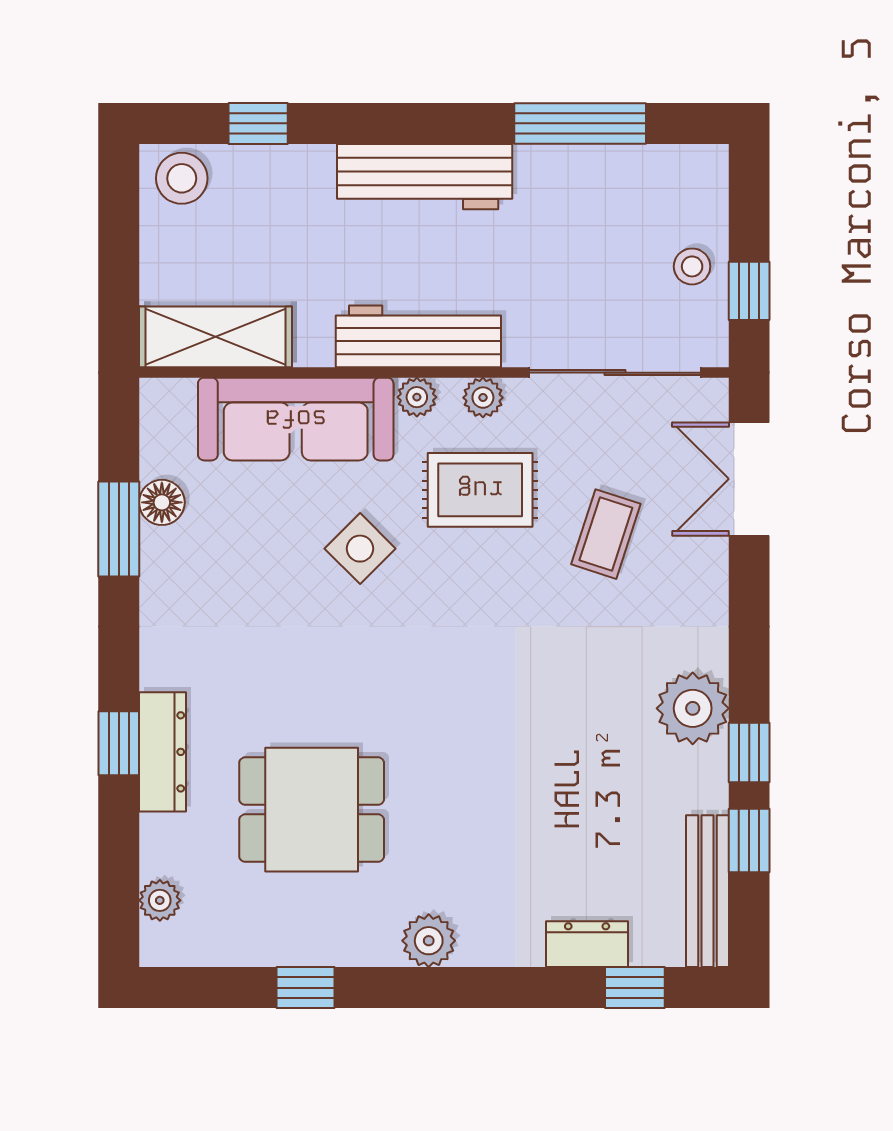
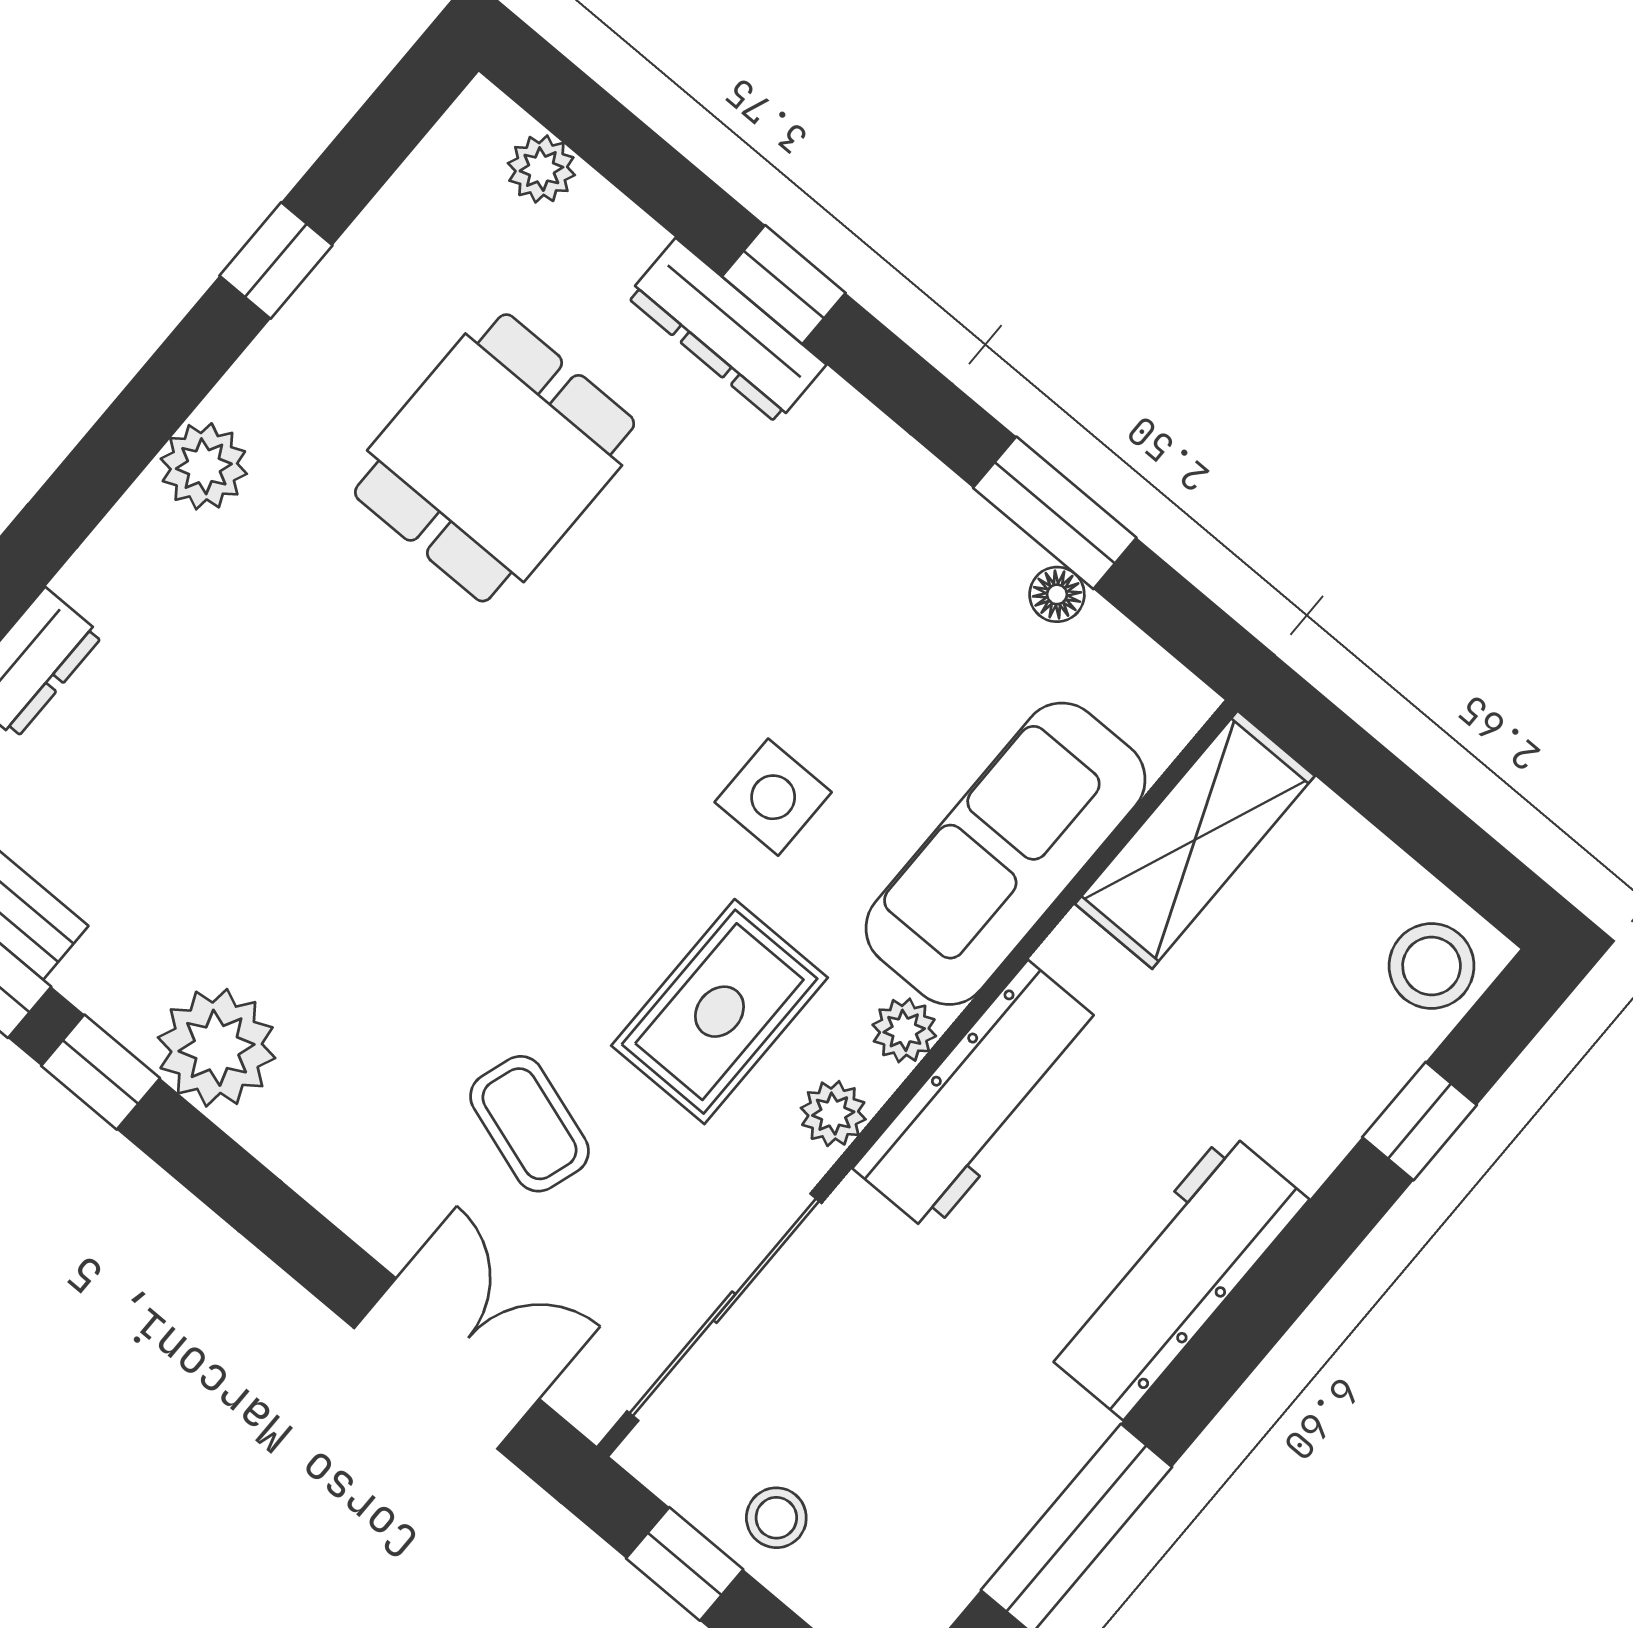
floor lamp: (162, 502) -> (1057, 594), width x0.73, depth x0.73
side table: (360, 549) -> (773, 797), turned 45

